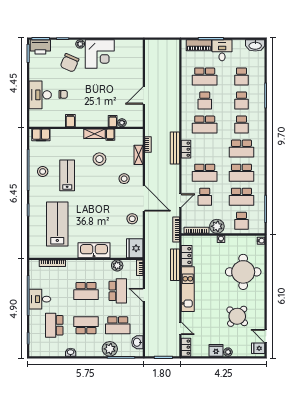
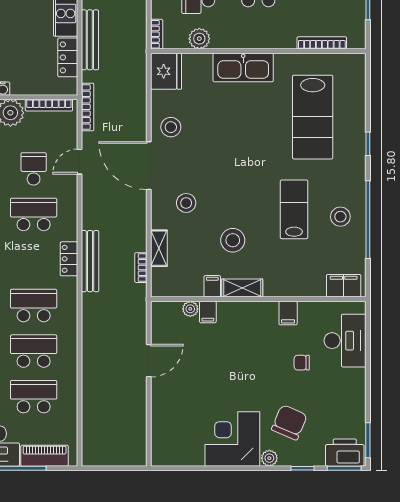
desk: (40, 95) -> (345, 341), moved
school desk: (205, 100) -> (34, 351), width x1.85
lab bench: (67, 175) -> (294, 209), turned 180

